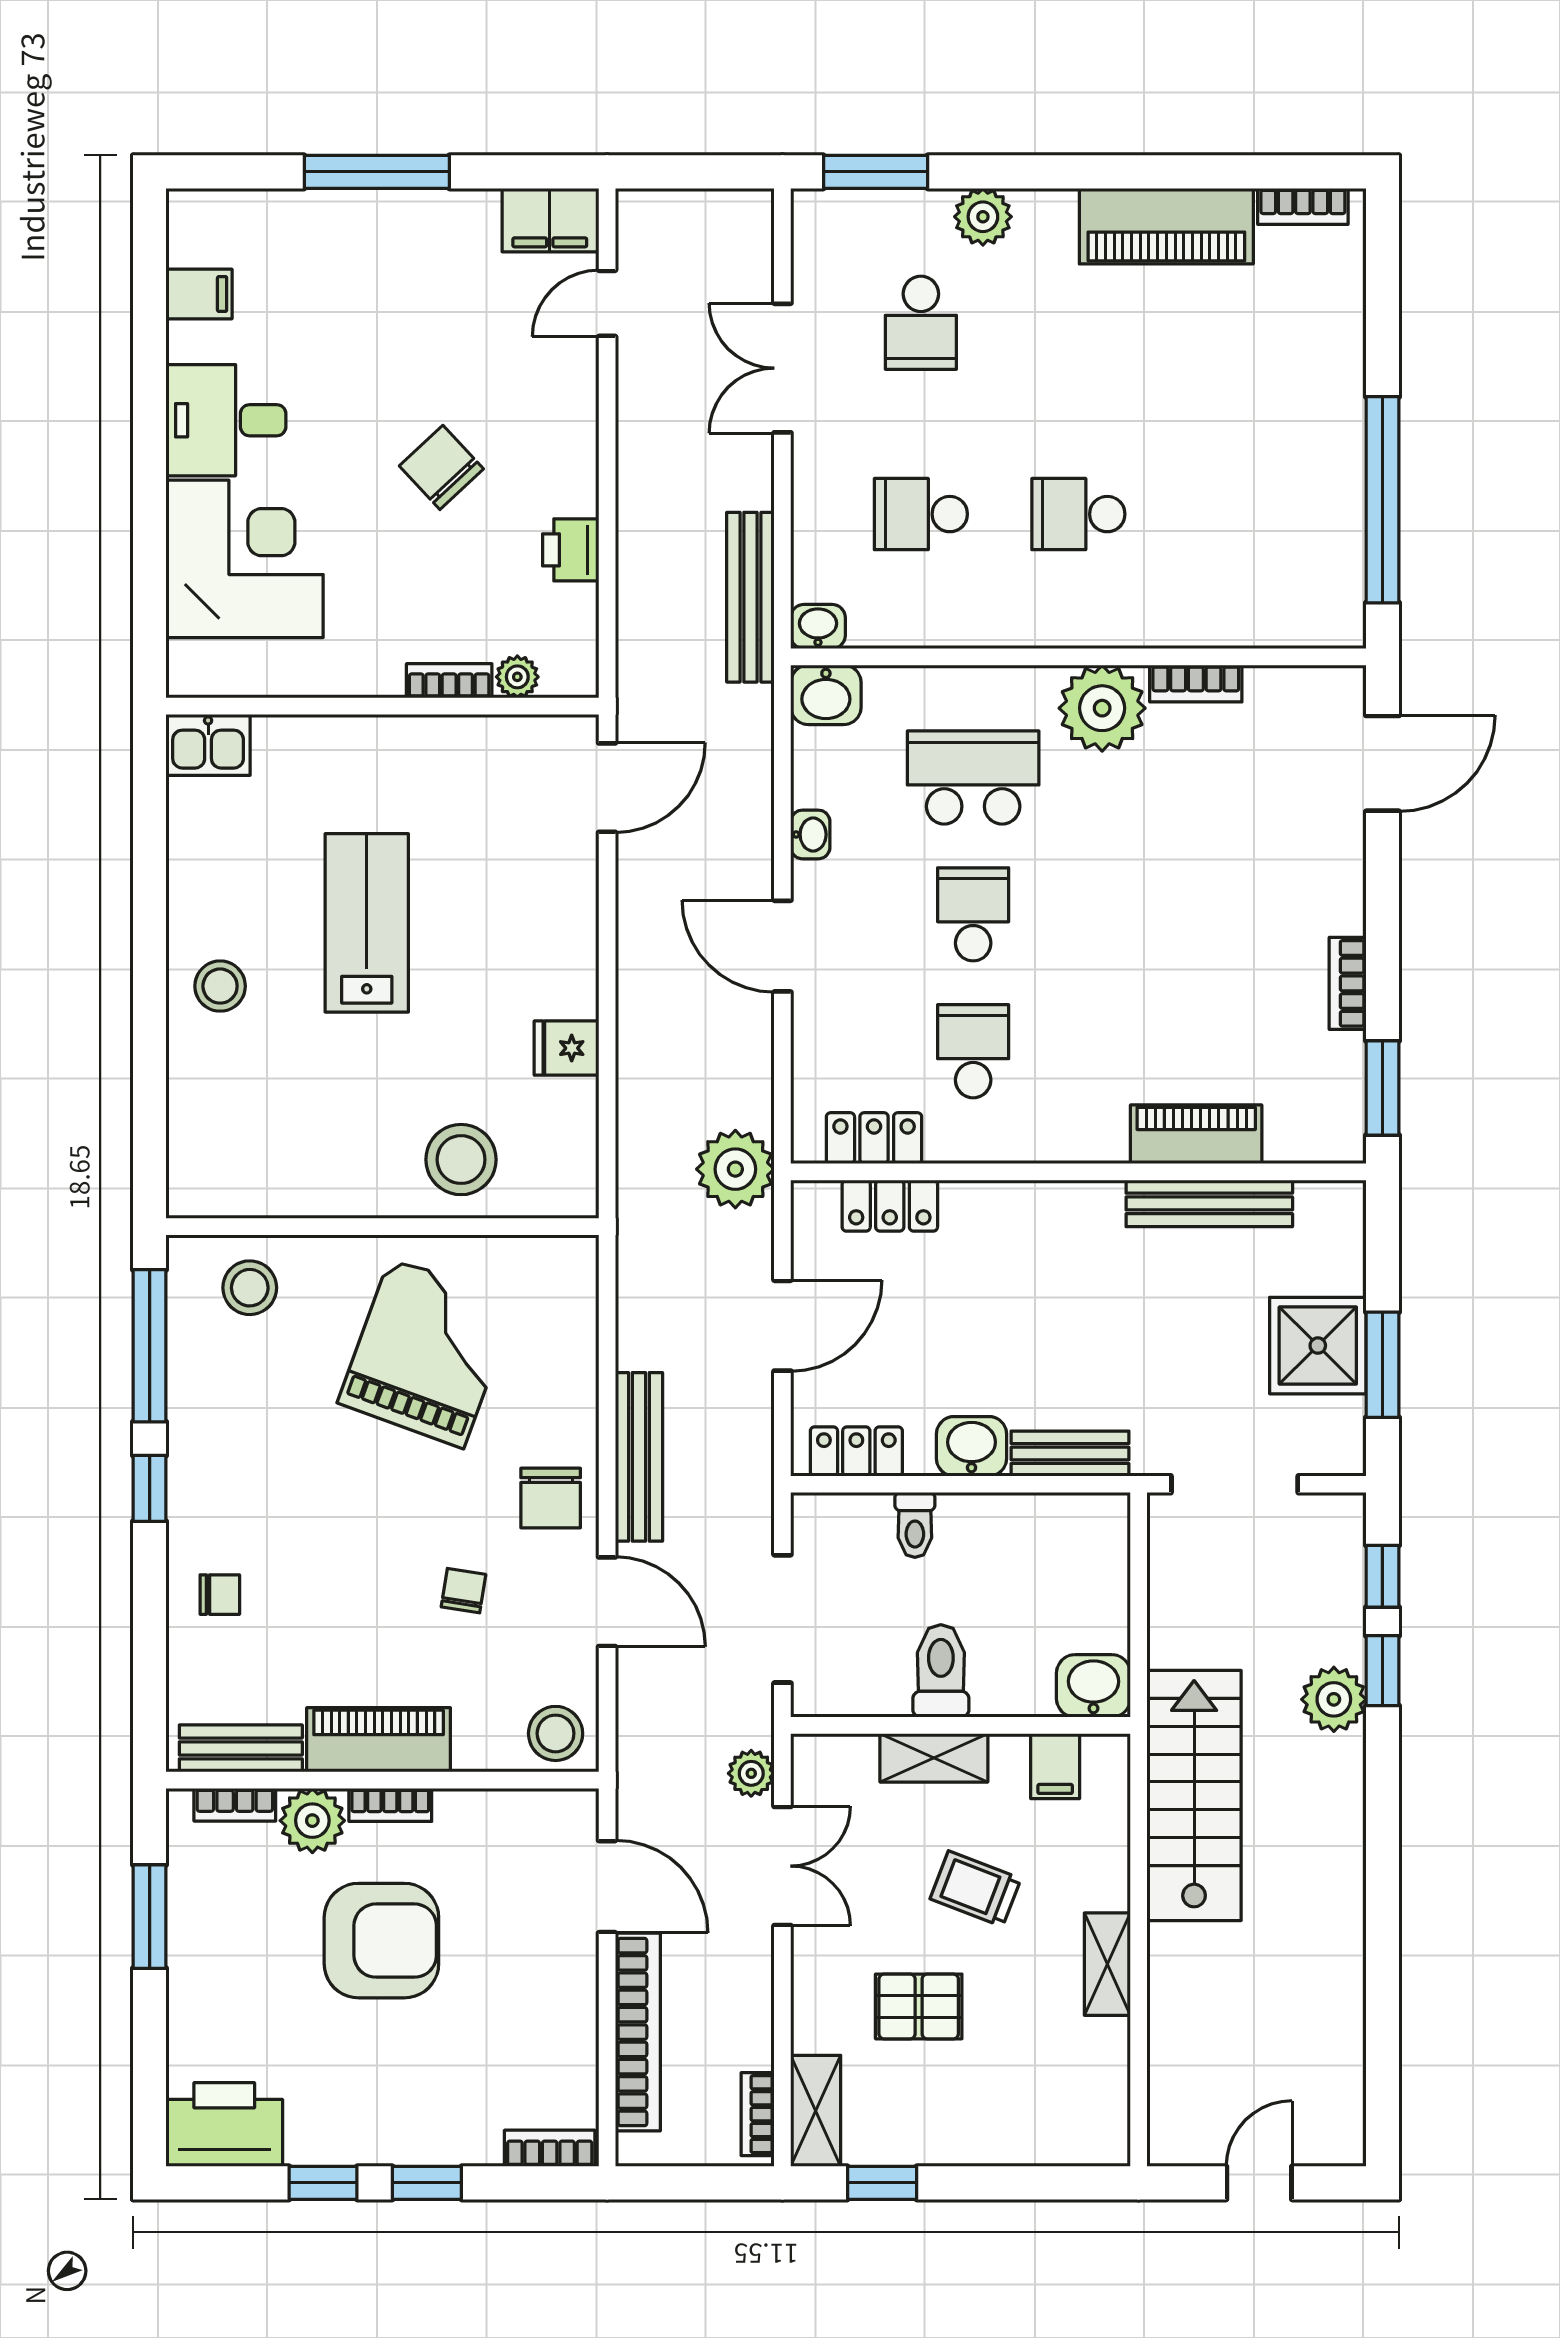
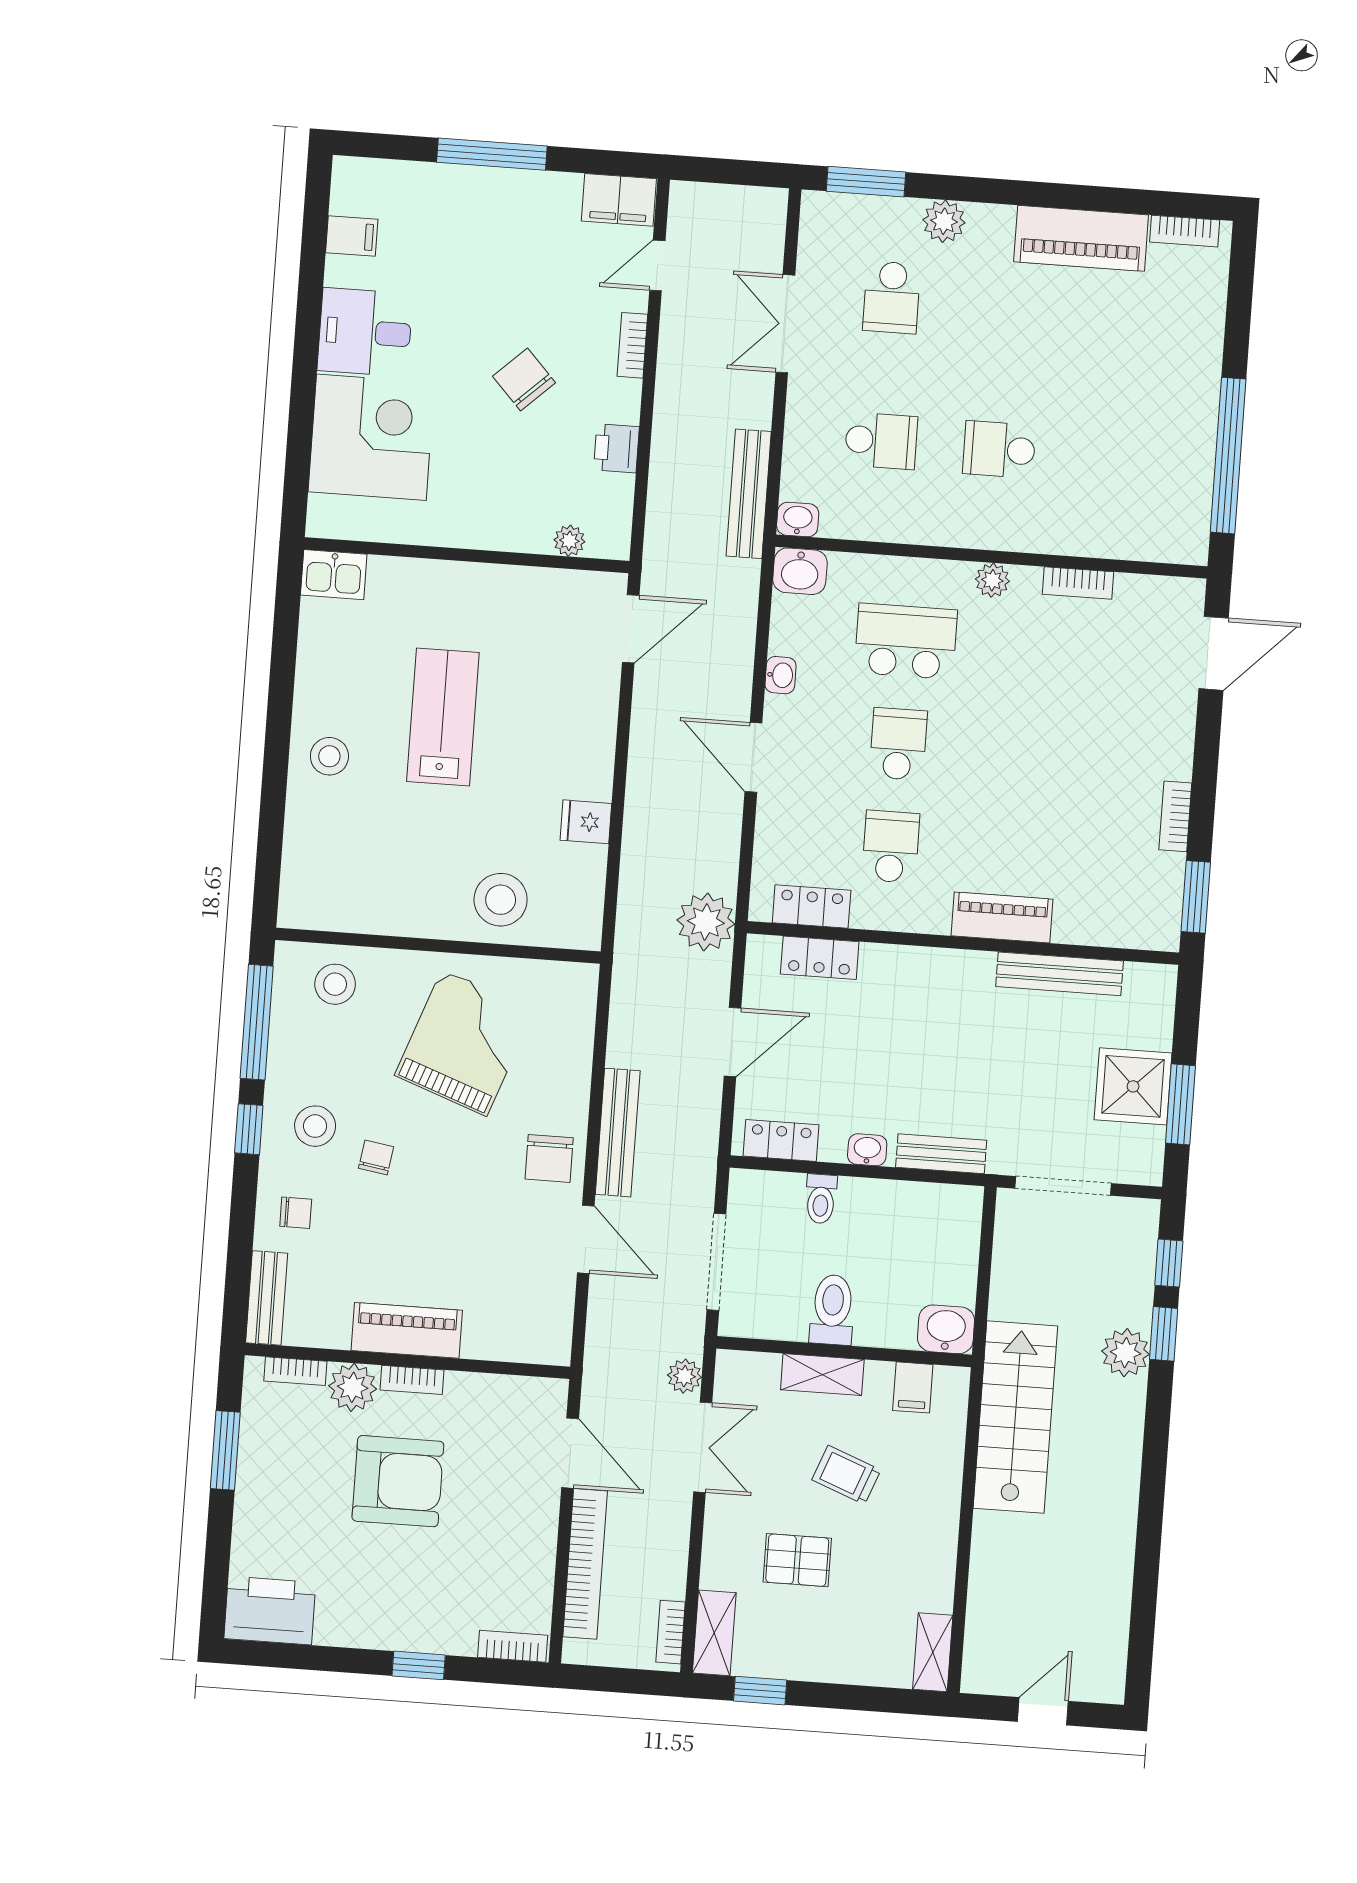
school desk: (921, 514) -> (881, 441), turned 180
bookcase: (449, 681) -> (632, 345), moved, turned -90
plant: (1102, 708) -> (992, 580), width x0.53, depth x0.53
piano: (1196, 1134) -> (1002, 917), moved
washbasin: (972, 1446) -> (867, 1150), width x0.72, depth x0.69
chair: (463, 1591) -> (376, 1157), moved
stool: (556, 1733) -> (315, 1126), moved
bench: (241, 1748) -> (267, 1298), moved, turned 90
shelving: (1107, 1964) -> (933, 1652), moved
window: (323, 2183) -> (341, 1660), removed

